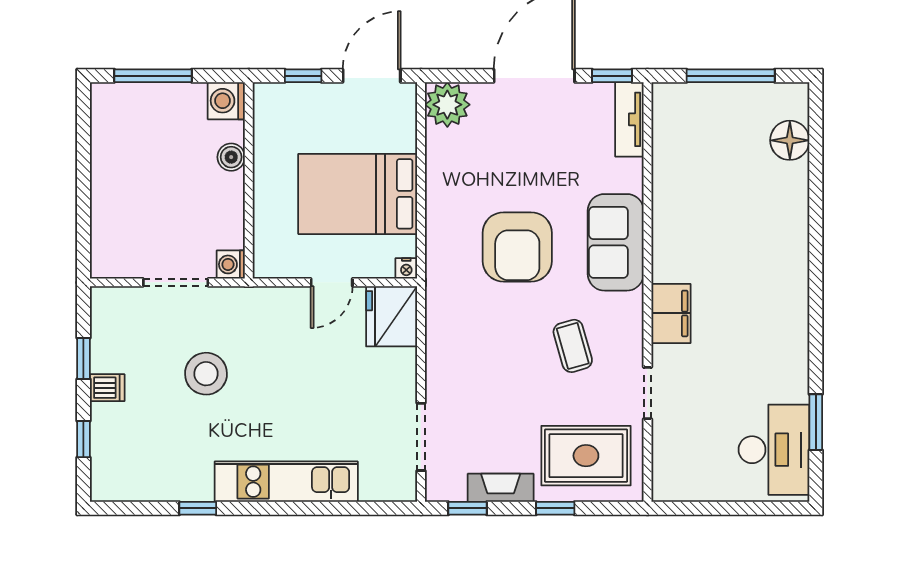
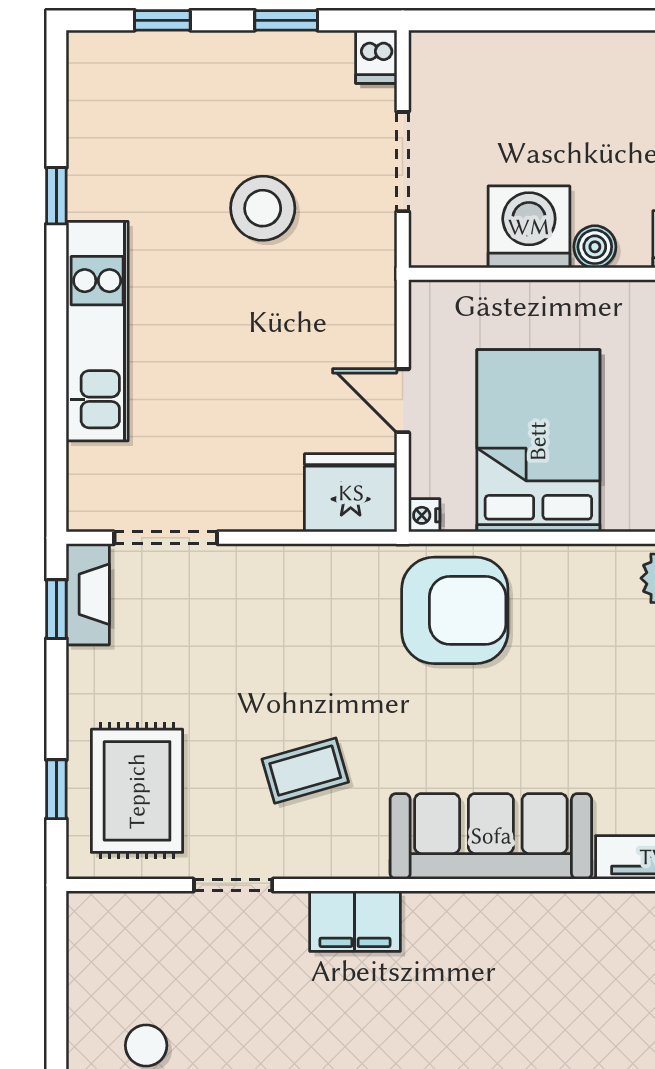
sofa: (616, 242) -> (491, 836), width x1.36
armchair: (517, 247) -> (455, 610), moved, turned 180
washing machine: (231, 264) -> (529, 227), moved, width x1.89, depth x1.89
dishwasher: (107, 388) -> (376, 57), moved
fireplace: (501, 488) -> (88, 594), moved
window: (555, 508) -> (56, 789), moved

